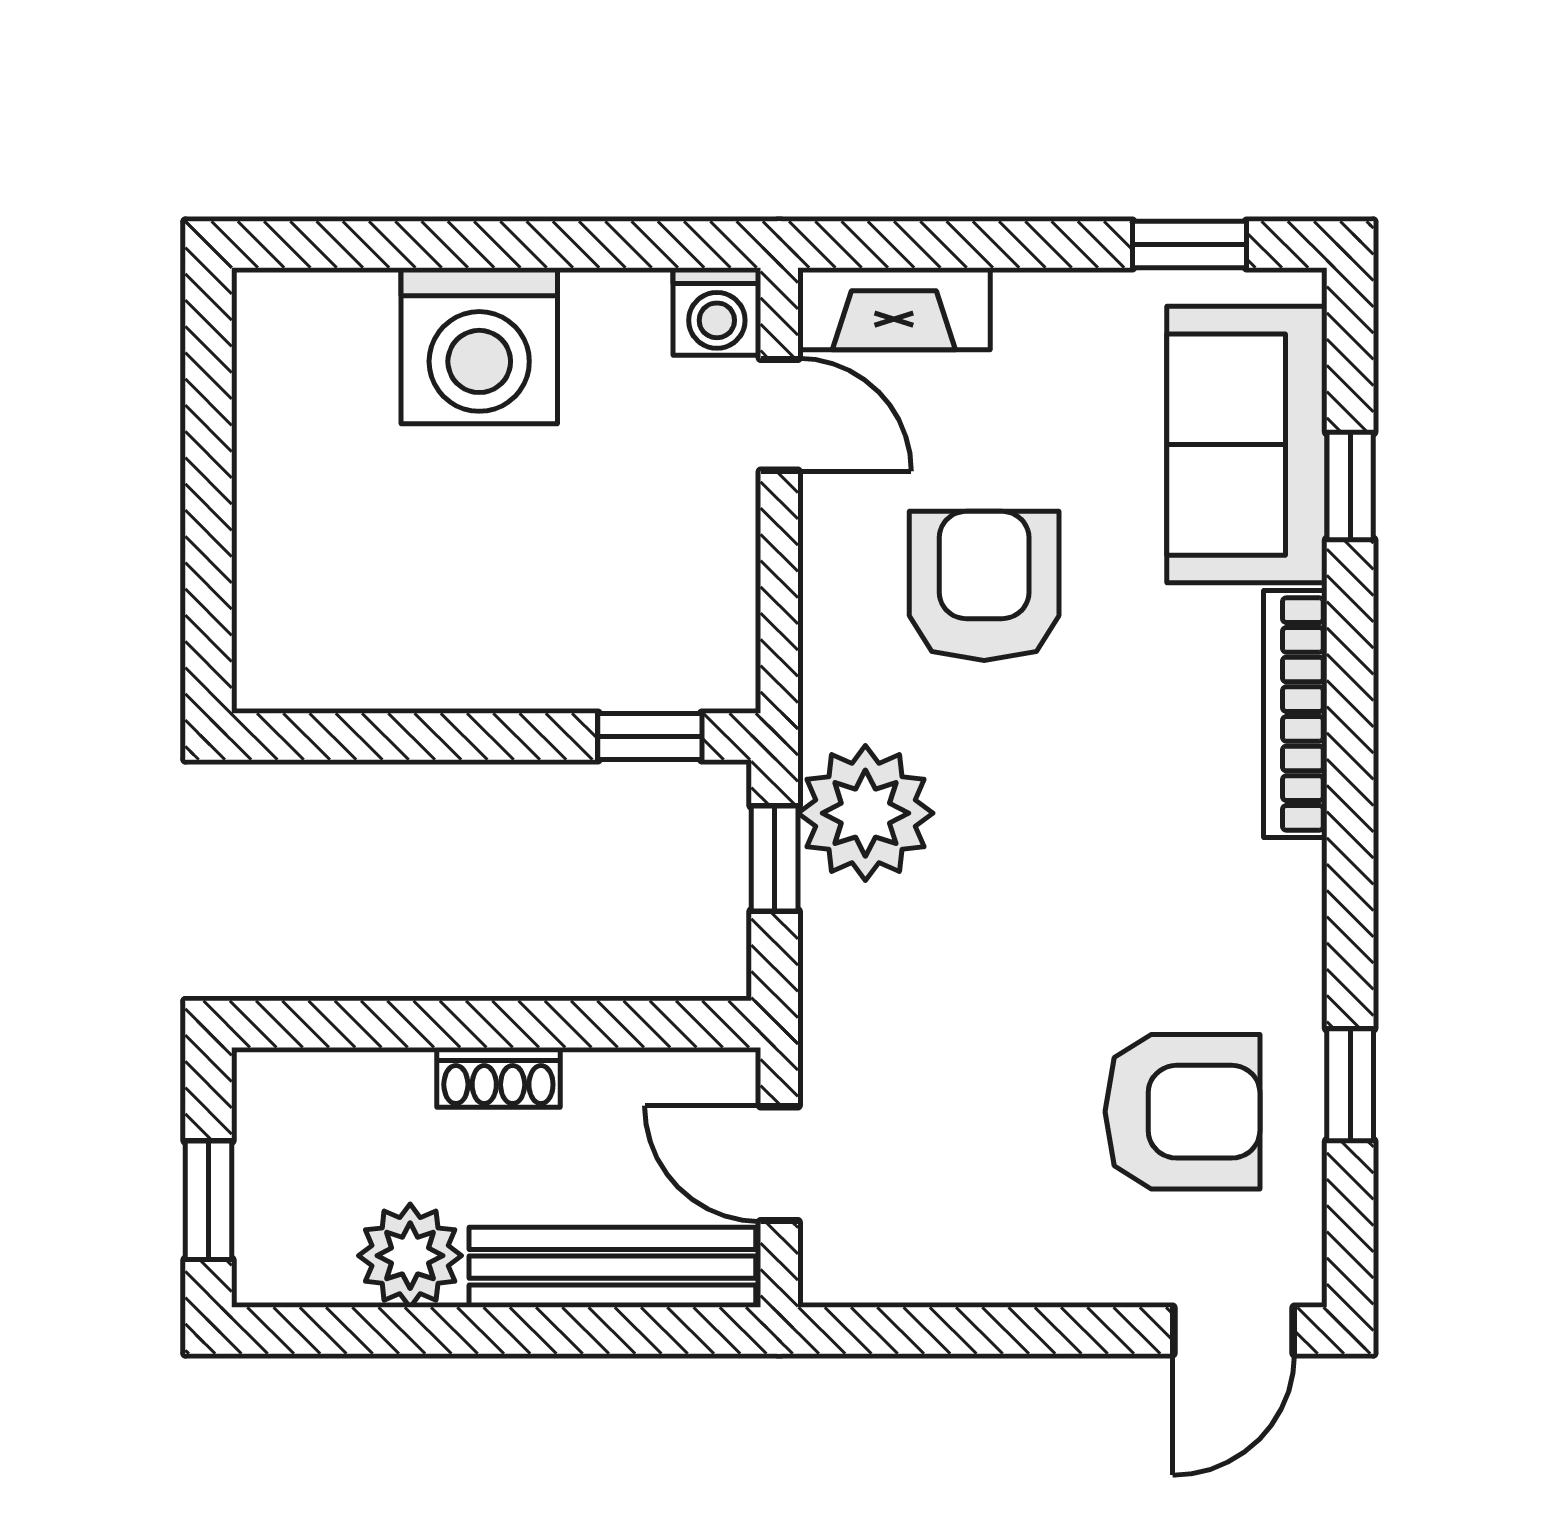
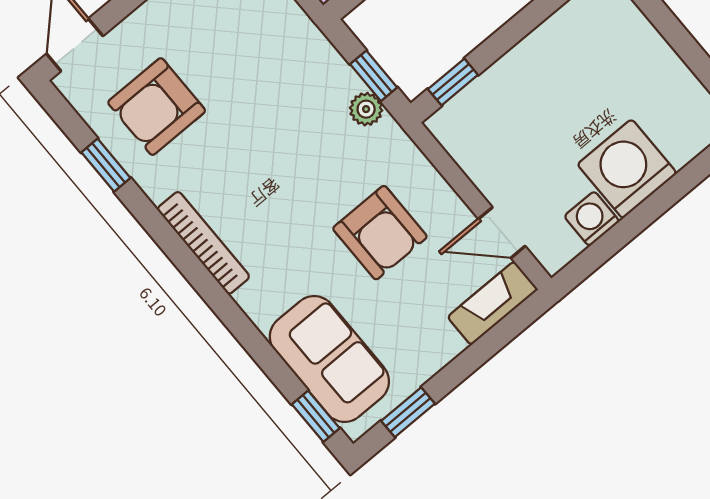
washing machine: (717, 312) -> (592, 219), moved
window: (1350, 486) -> (316, 416), moved
bookcase: (1295, 714) -> (203, 243), moved
plant: (865, 813) -> (366, 109), width x0.53, depth x0.53

